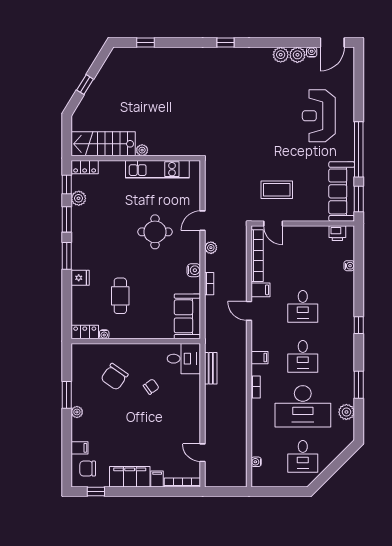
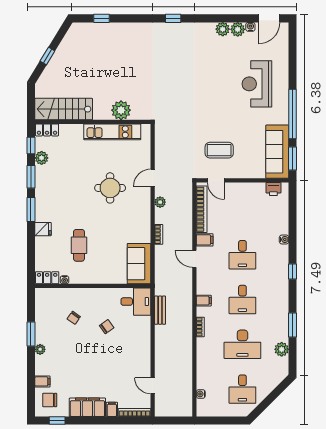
plant: (142, 150) -> (121, 110), moved, width x1.88, depth x1.88
water cooler: (349, 266) -> (284, 240), moved
water cooler: (194, 270) -> (145, 222), removed
chair: (114, 377) -> (74, 318), width x0.54, depth x0.54
desk: (303, 406) -> (242, 344), width x0.73, depth x0.77

